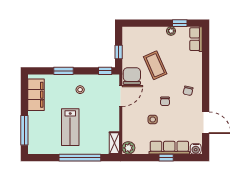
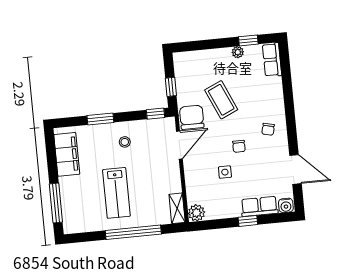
row of seats: (169, 148) -> (259, 206), width x0.68

